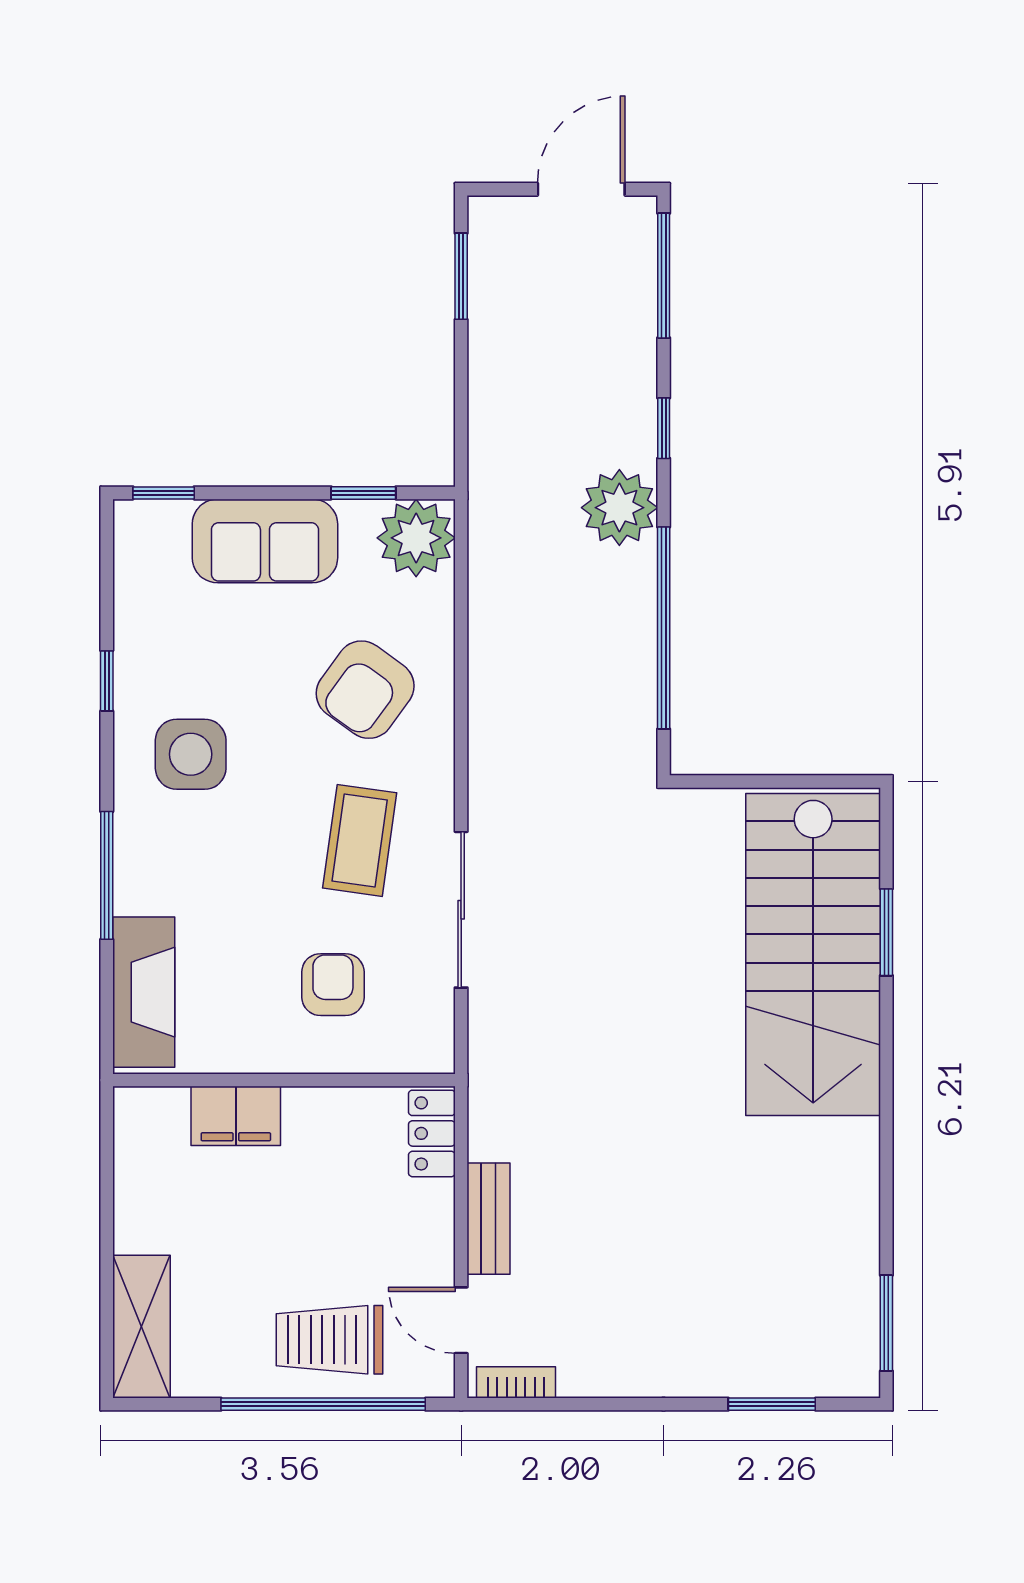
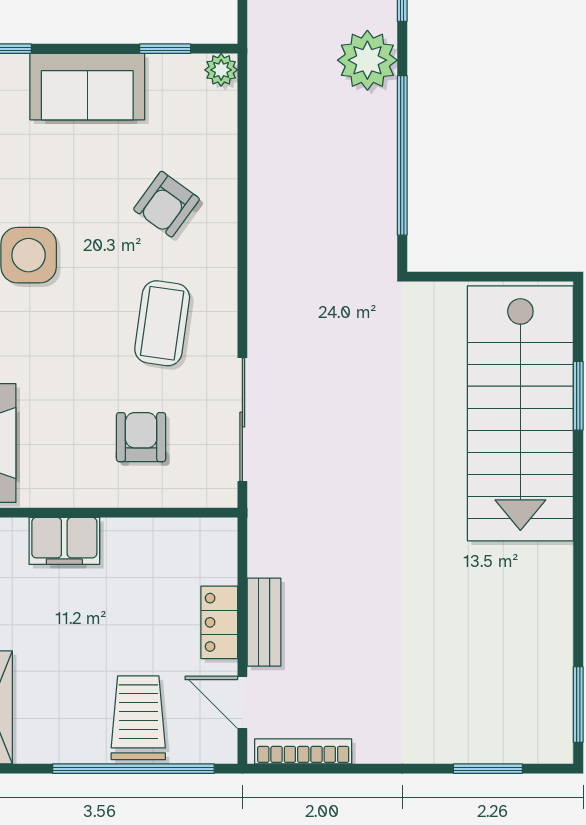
plant: (416, 538) -> (221, 70), width x0.53, depth x0.53
armchair: (365, 690) -> (166, 204), width x0.72, depth x0.72
sliding door: (461, 910) -> (242, 420), moved
locker: (432, 1133) -> (219, 622), moved
trolley: (330, 1340) -> (138, 718), turned 90
bookcase: (516, 1382) -> (303, 751), width x1.56

